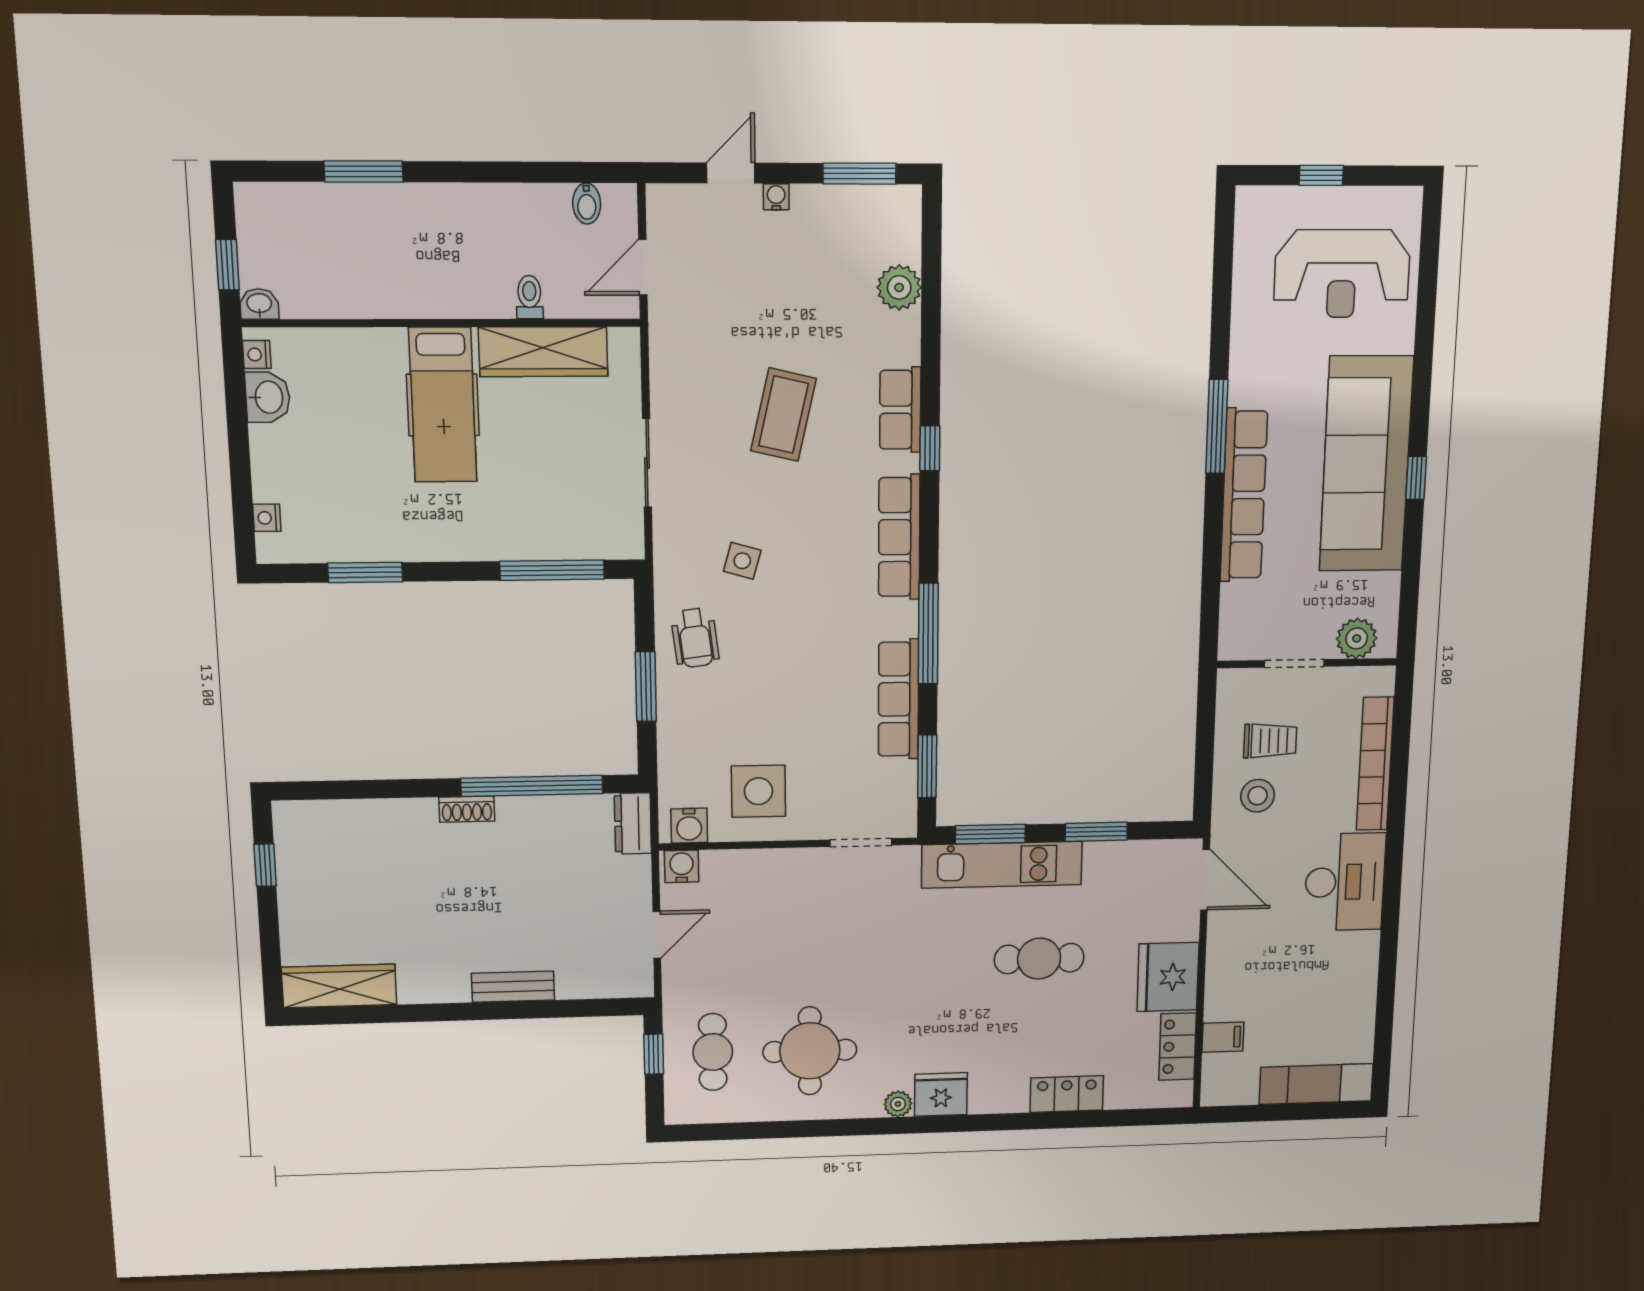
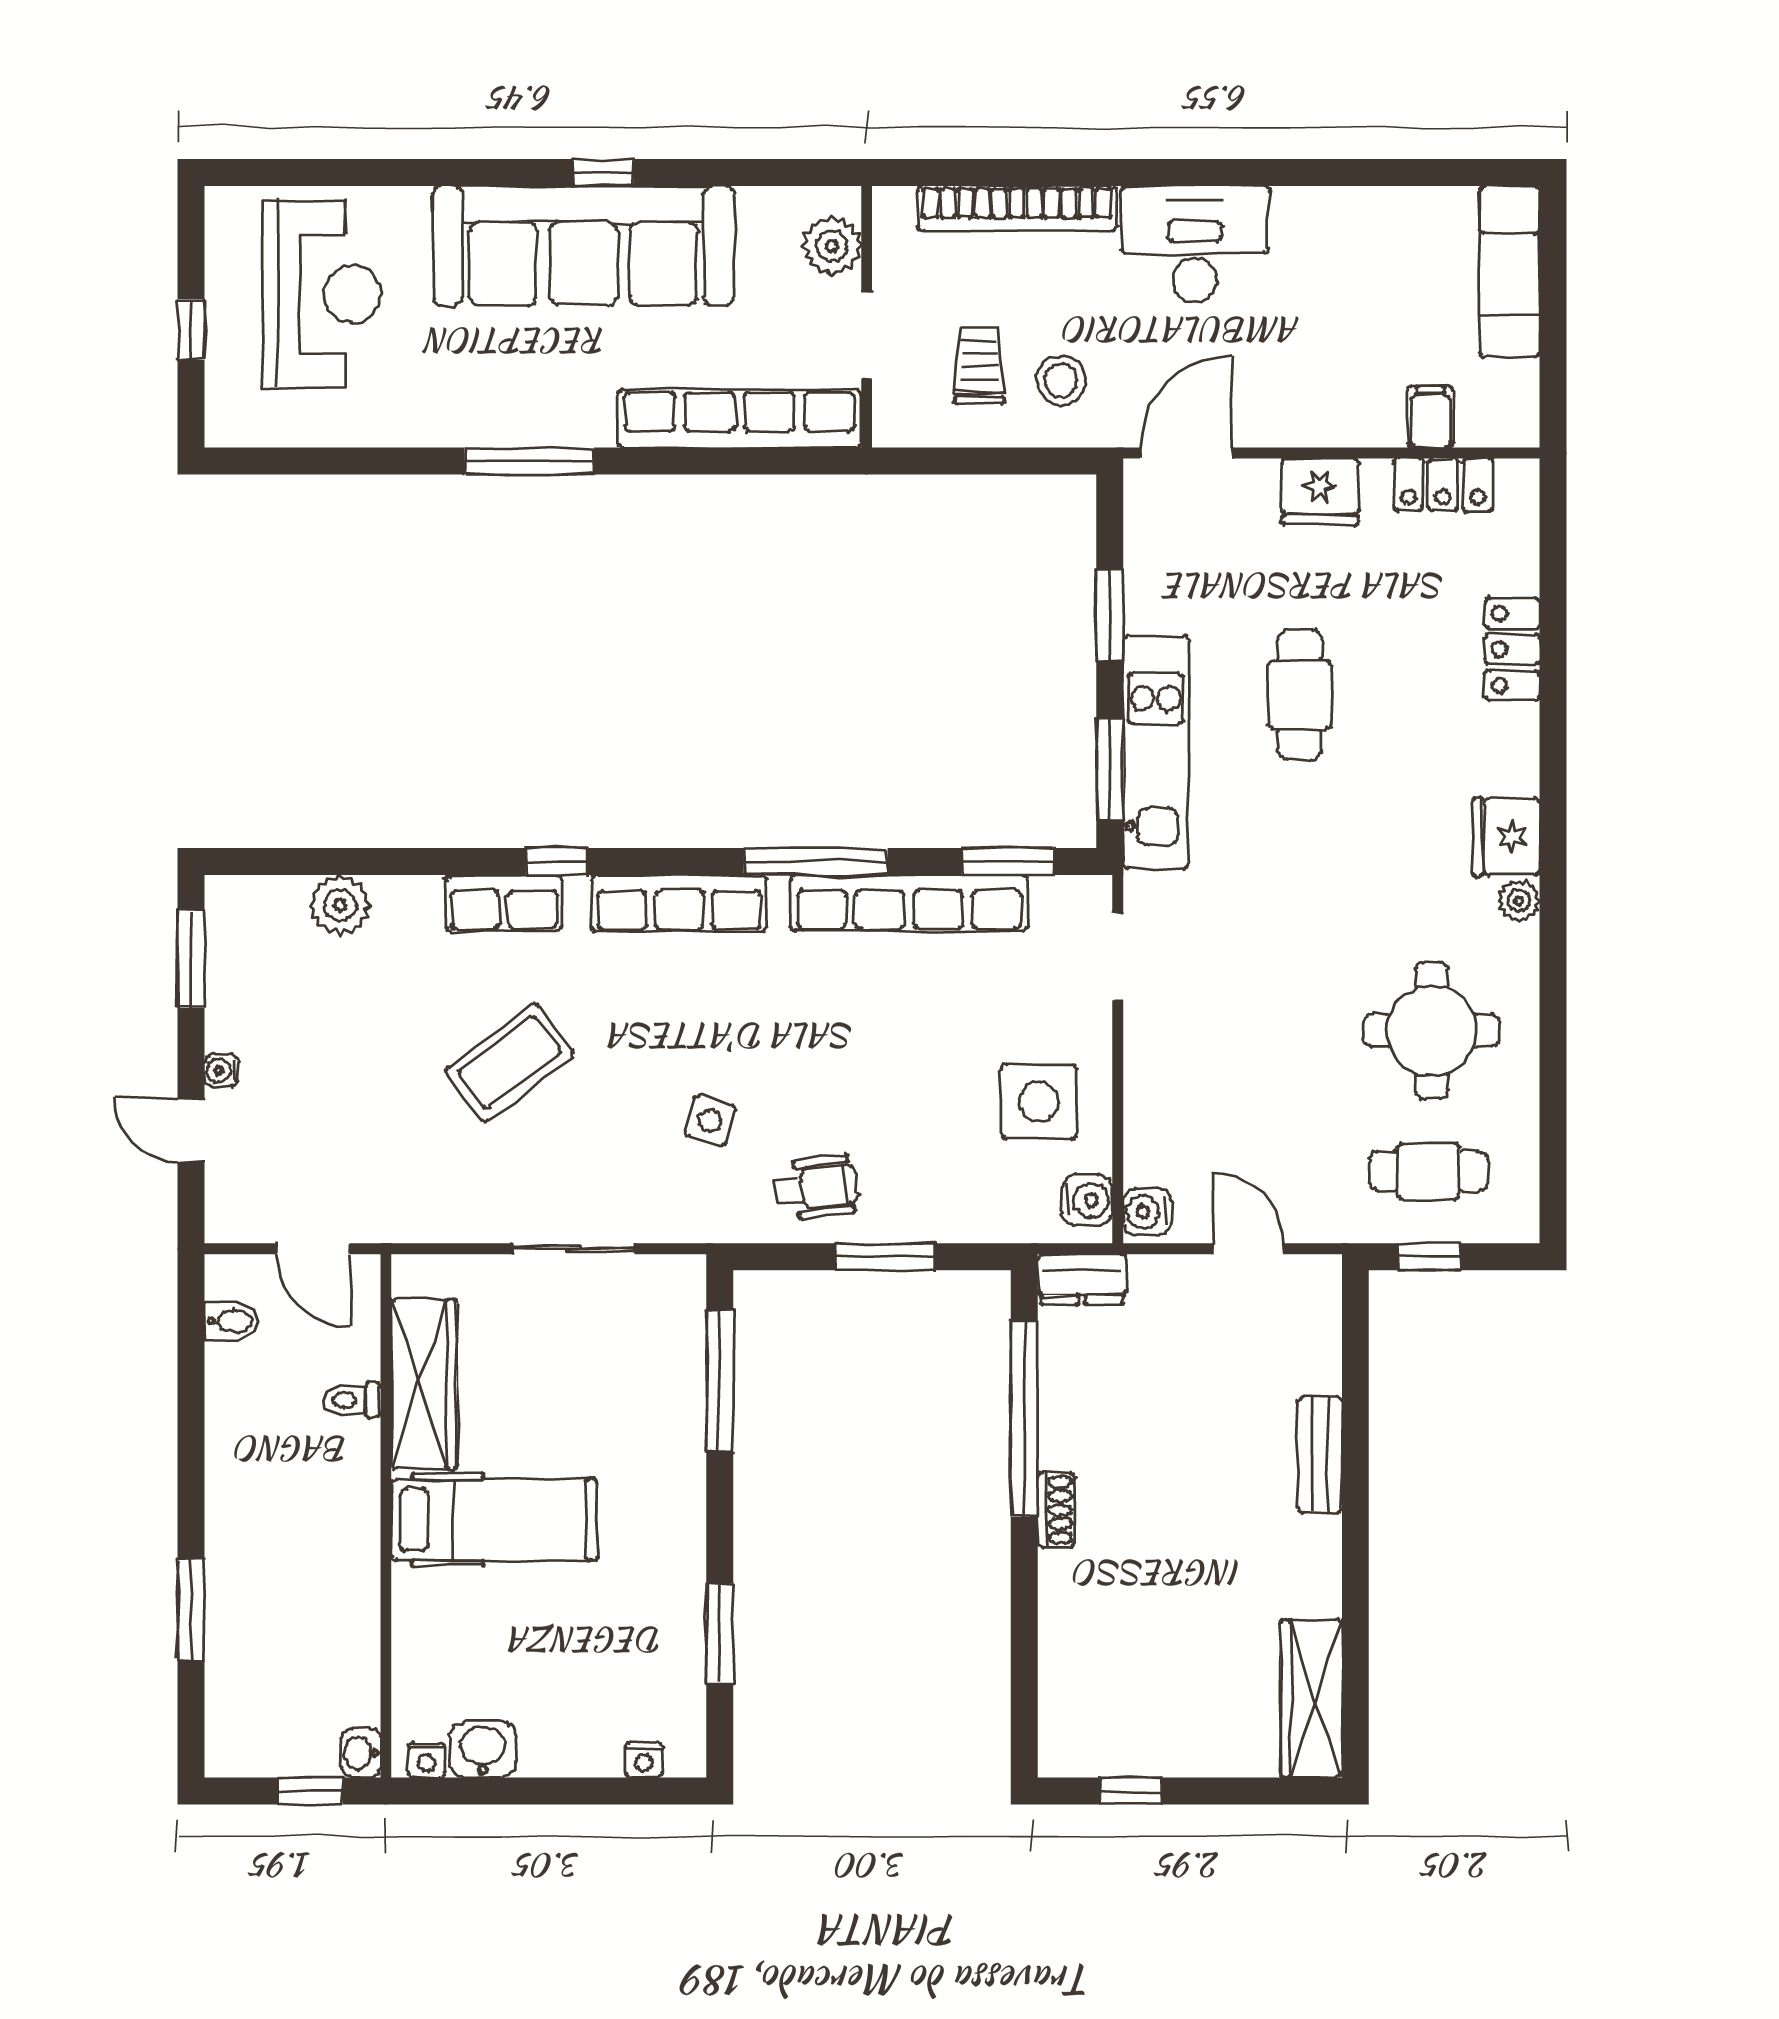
coffee table: (783, 415) -> (510, 1063), turned -50
row of seats: (1244, 495) -> (739, 419), moved
row of seats: (899, 699) -> (909, 903), width x1.36
fridge: (1168, 977) -> (1320, 492), width x0.73, depth x0.75

